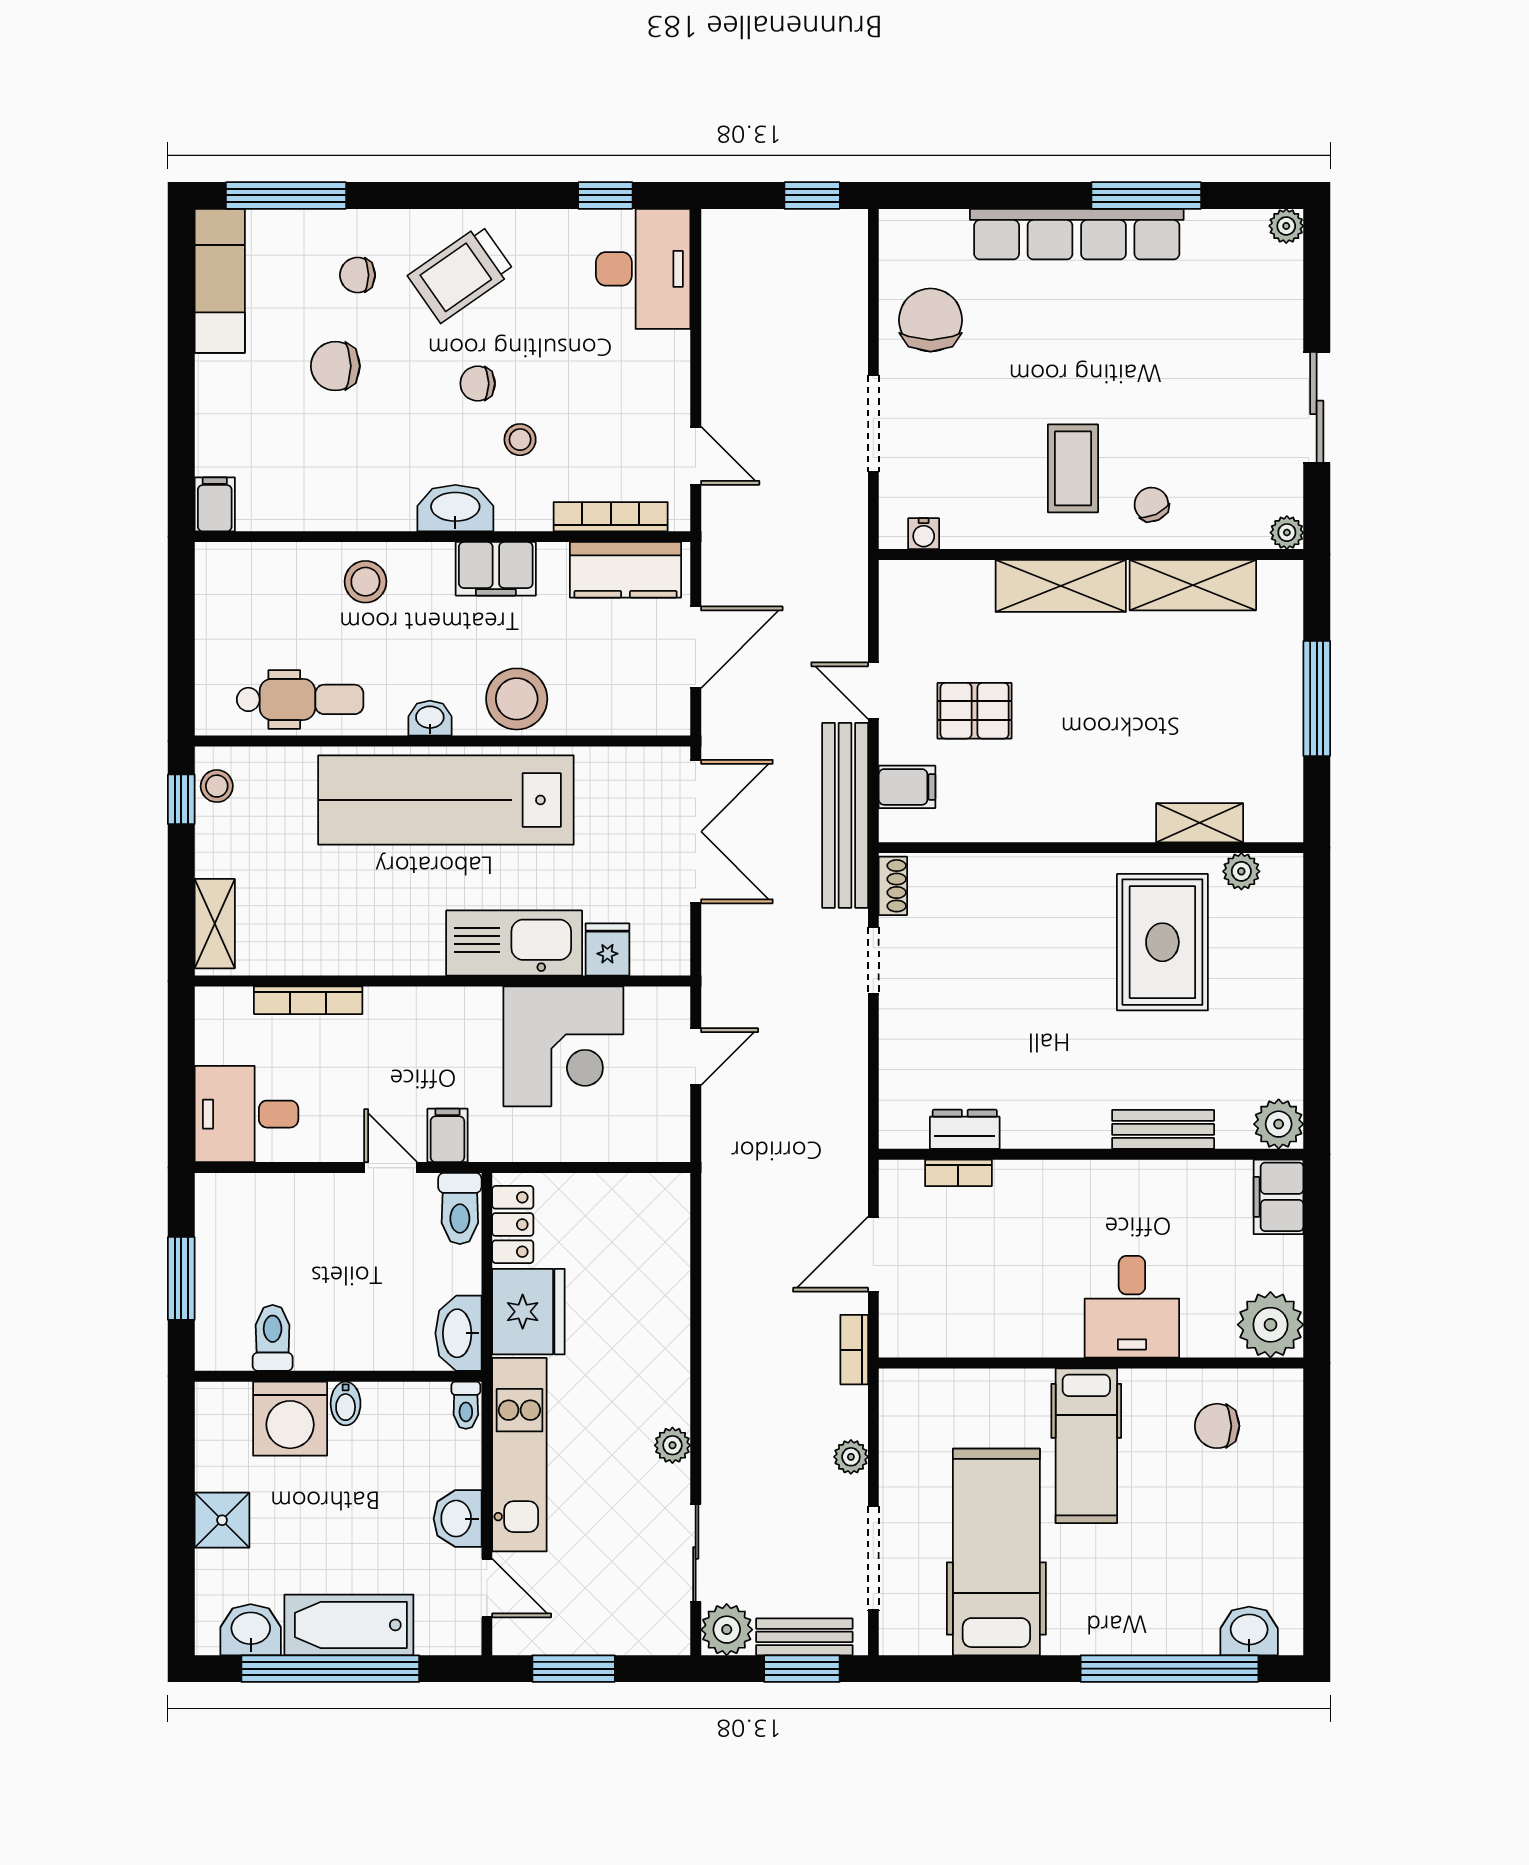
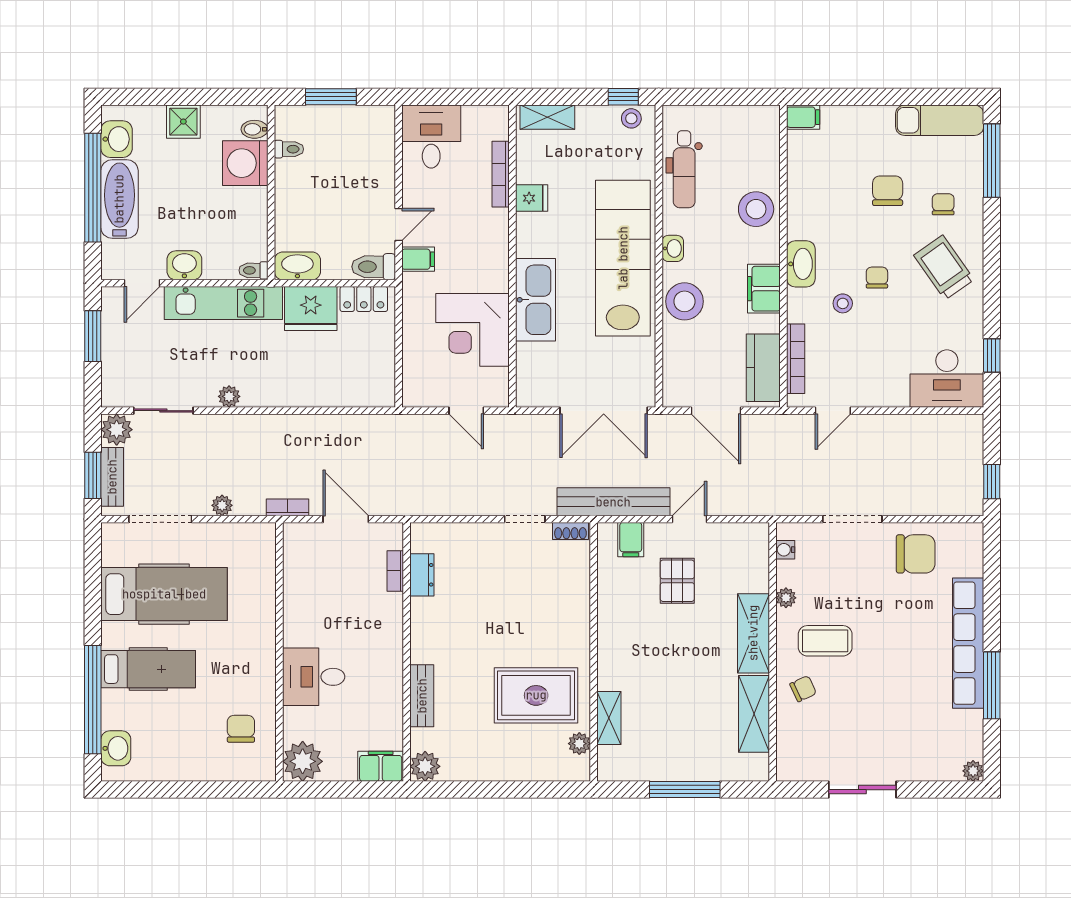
plant: (1287, 533) -> (786, 598), moved
stool: (365, 582) -> (756, 209), width x1.38, depth x1.38
fridge: (607, 949) -> (532, 198), moved
toilet: (273, 1338) -> (289, 149), width x0.73, depth x0.72
bidet: (346, 1404) -> (255, 129), moved
hospital bed: (1086, 1446) -> (148, 669), moved, turned 180

